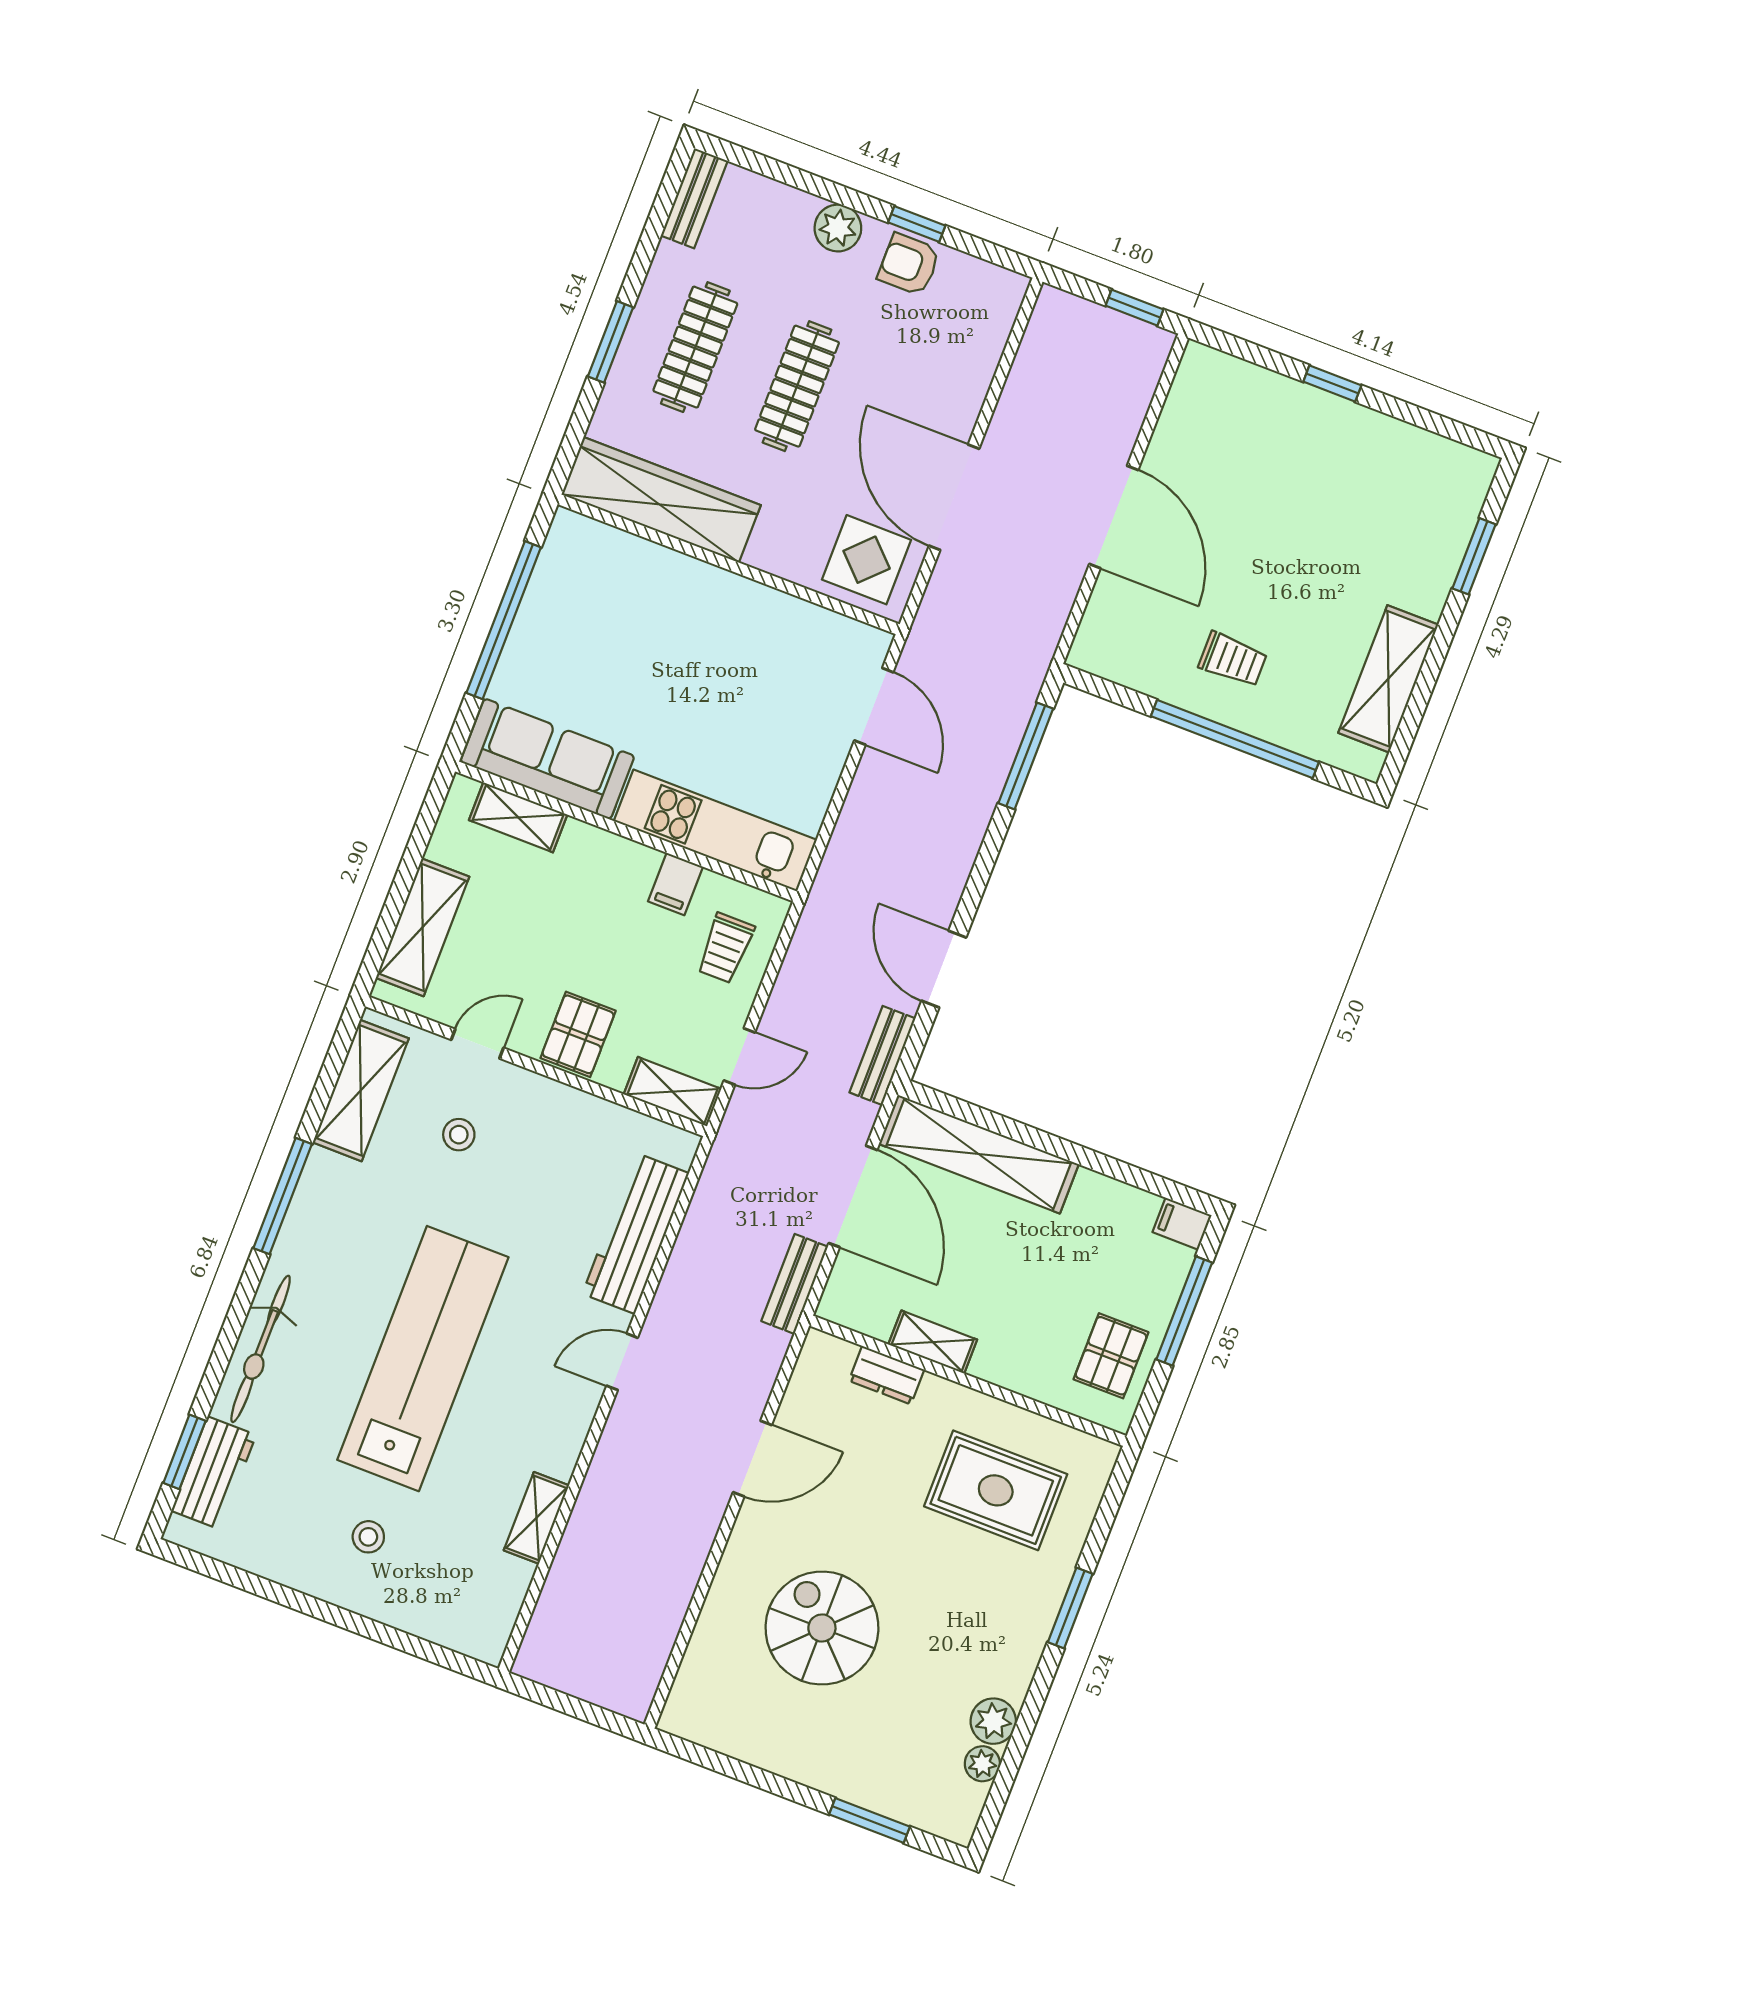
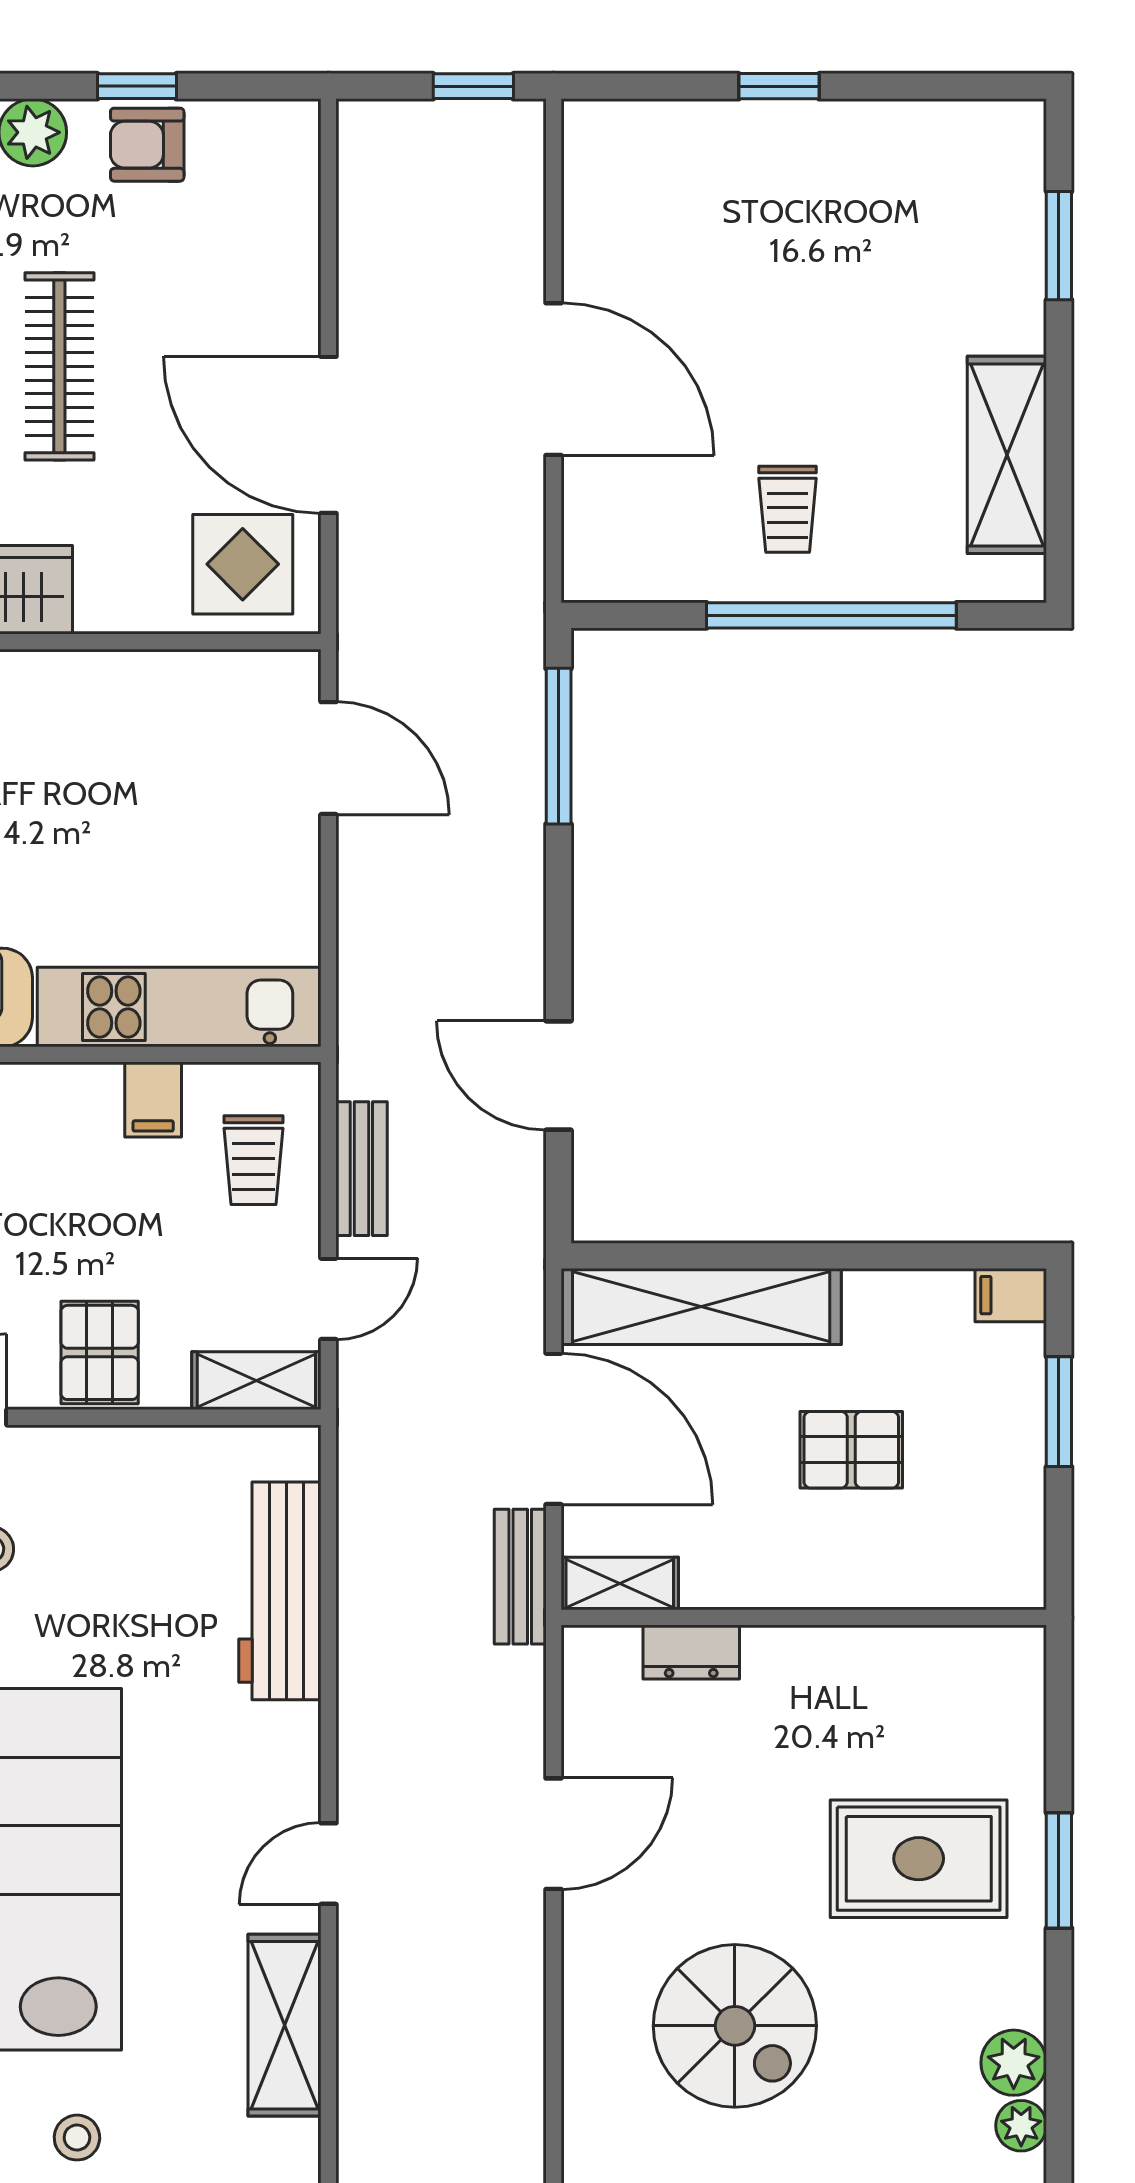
trolley: (1233, 659) -> (788, 509), turned 90
bench: (882, 1055) -> (361, 1169), moved
window: (1184, 1311) -> (1059, 1412), width x0.69
shelving: (933, 1342) -> (620, 1584), moved
pallet: (1111, 1356) -> (851, 1450), moved, turned 90
door: (622, 1362) -> (328, 1864), moved
rug: (996, 1490) -> (919, 1859), moved
shelving: (536, 1518) -> (284, 2025), width x1.50, depth x1.33
spiral stairs: (822, 1628) -> (735, 2026), turned 180

